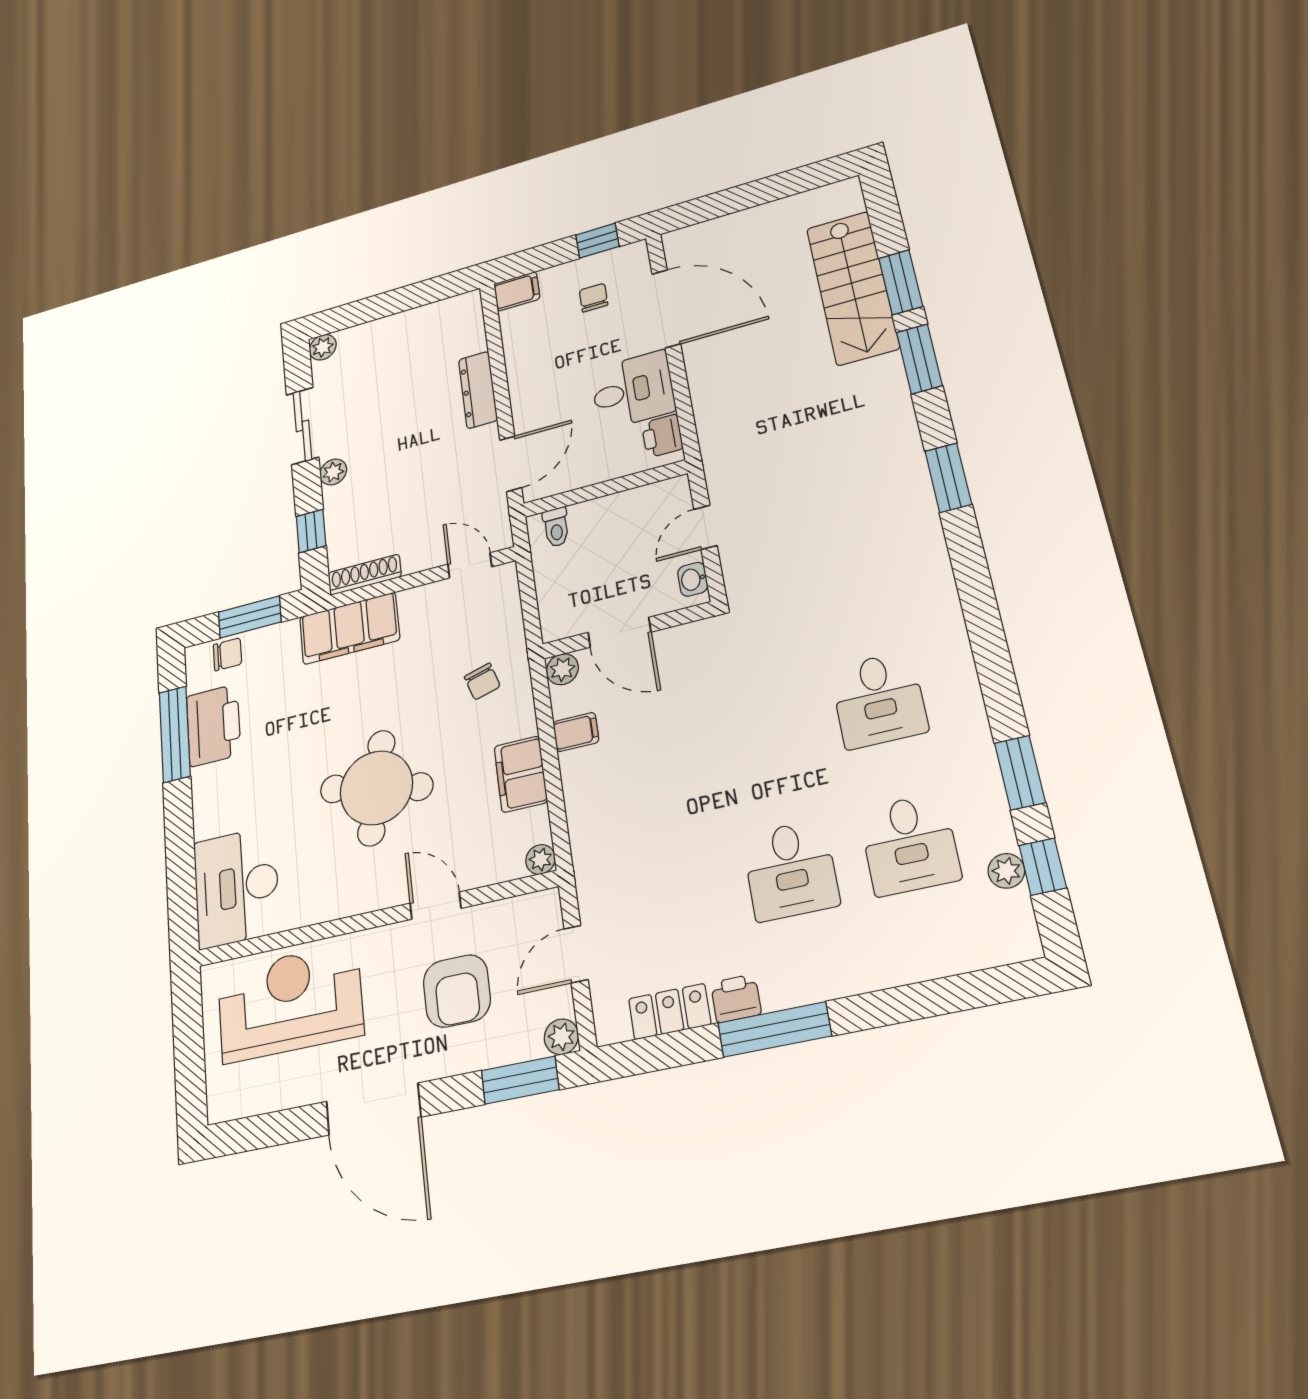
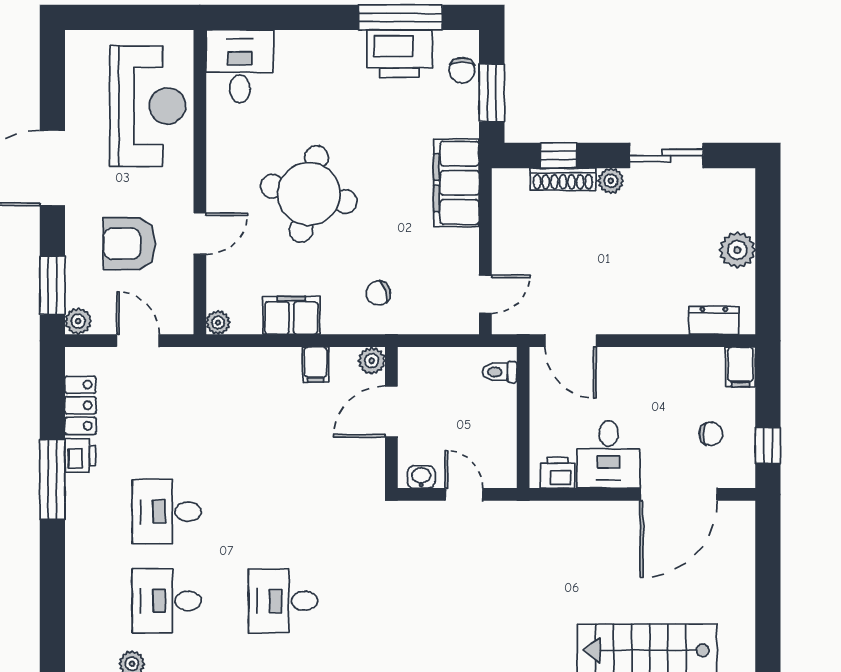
plant: (323, 347) -> (737, 250), moved, width x1.38, depth x1.38
dresser: (478, 390) -> (714, 320), moved, width x0.70
shoe rack: (365, 575) -> (563, 179), moved, turned 90
desk: (237, 887) -> (240, 66), width x0.73

